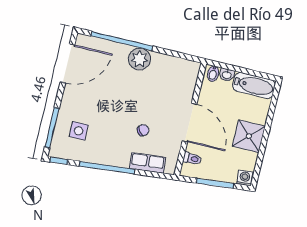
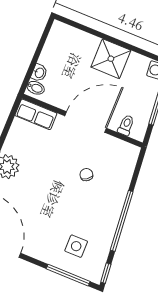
bathtub: (254, 86) -> (56, 44), removed
row of seats: (148, 163) -> (36, 114), moved, turned -85

